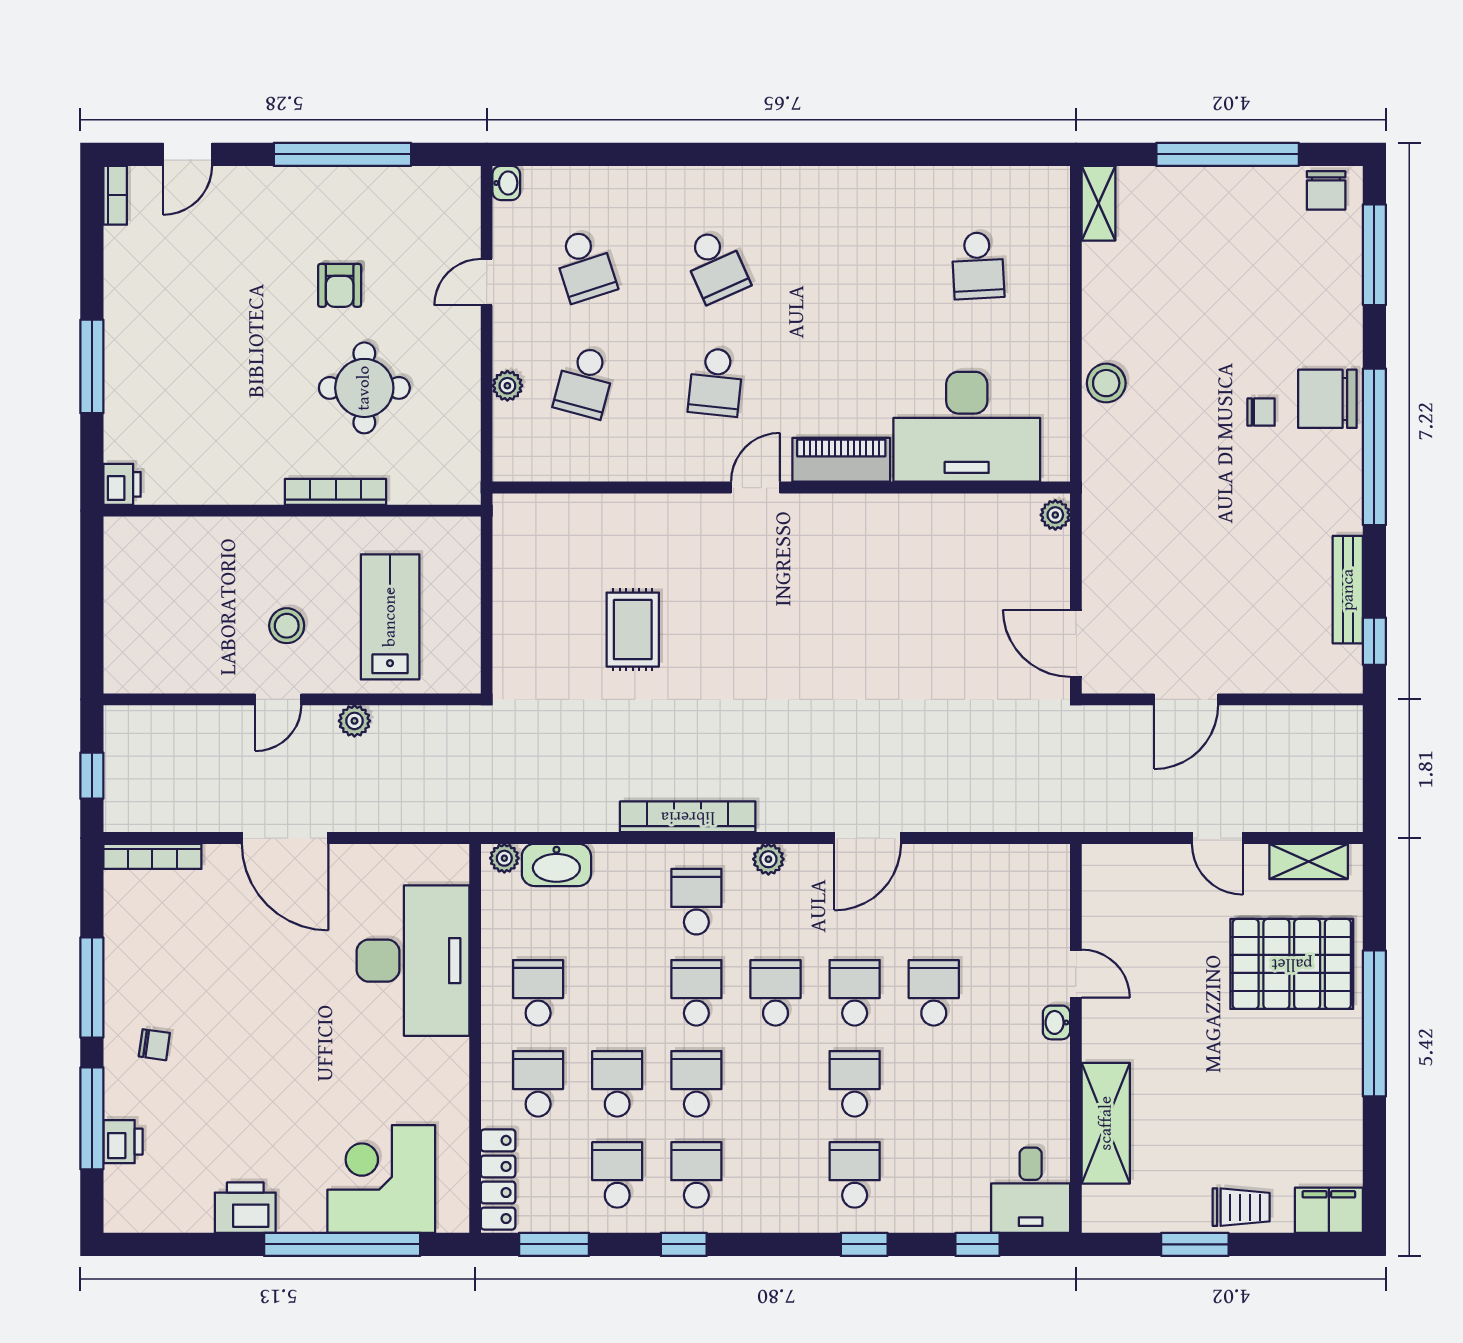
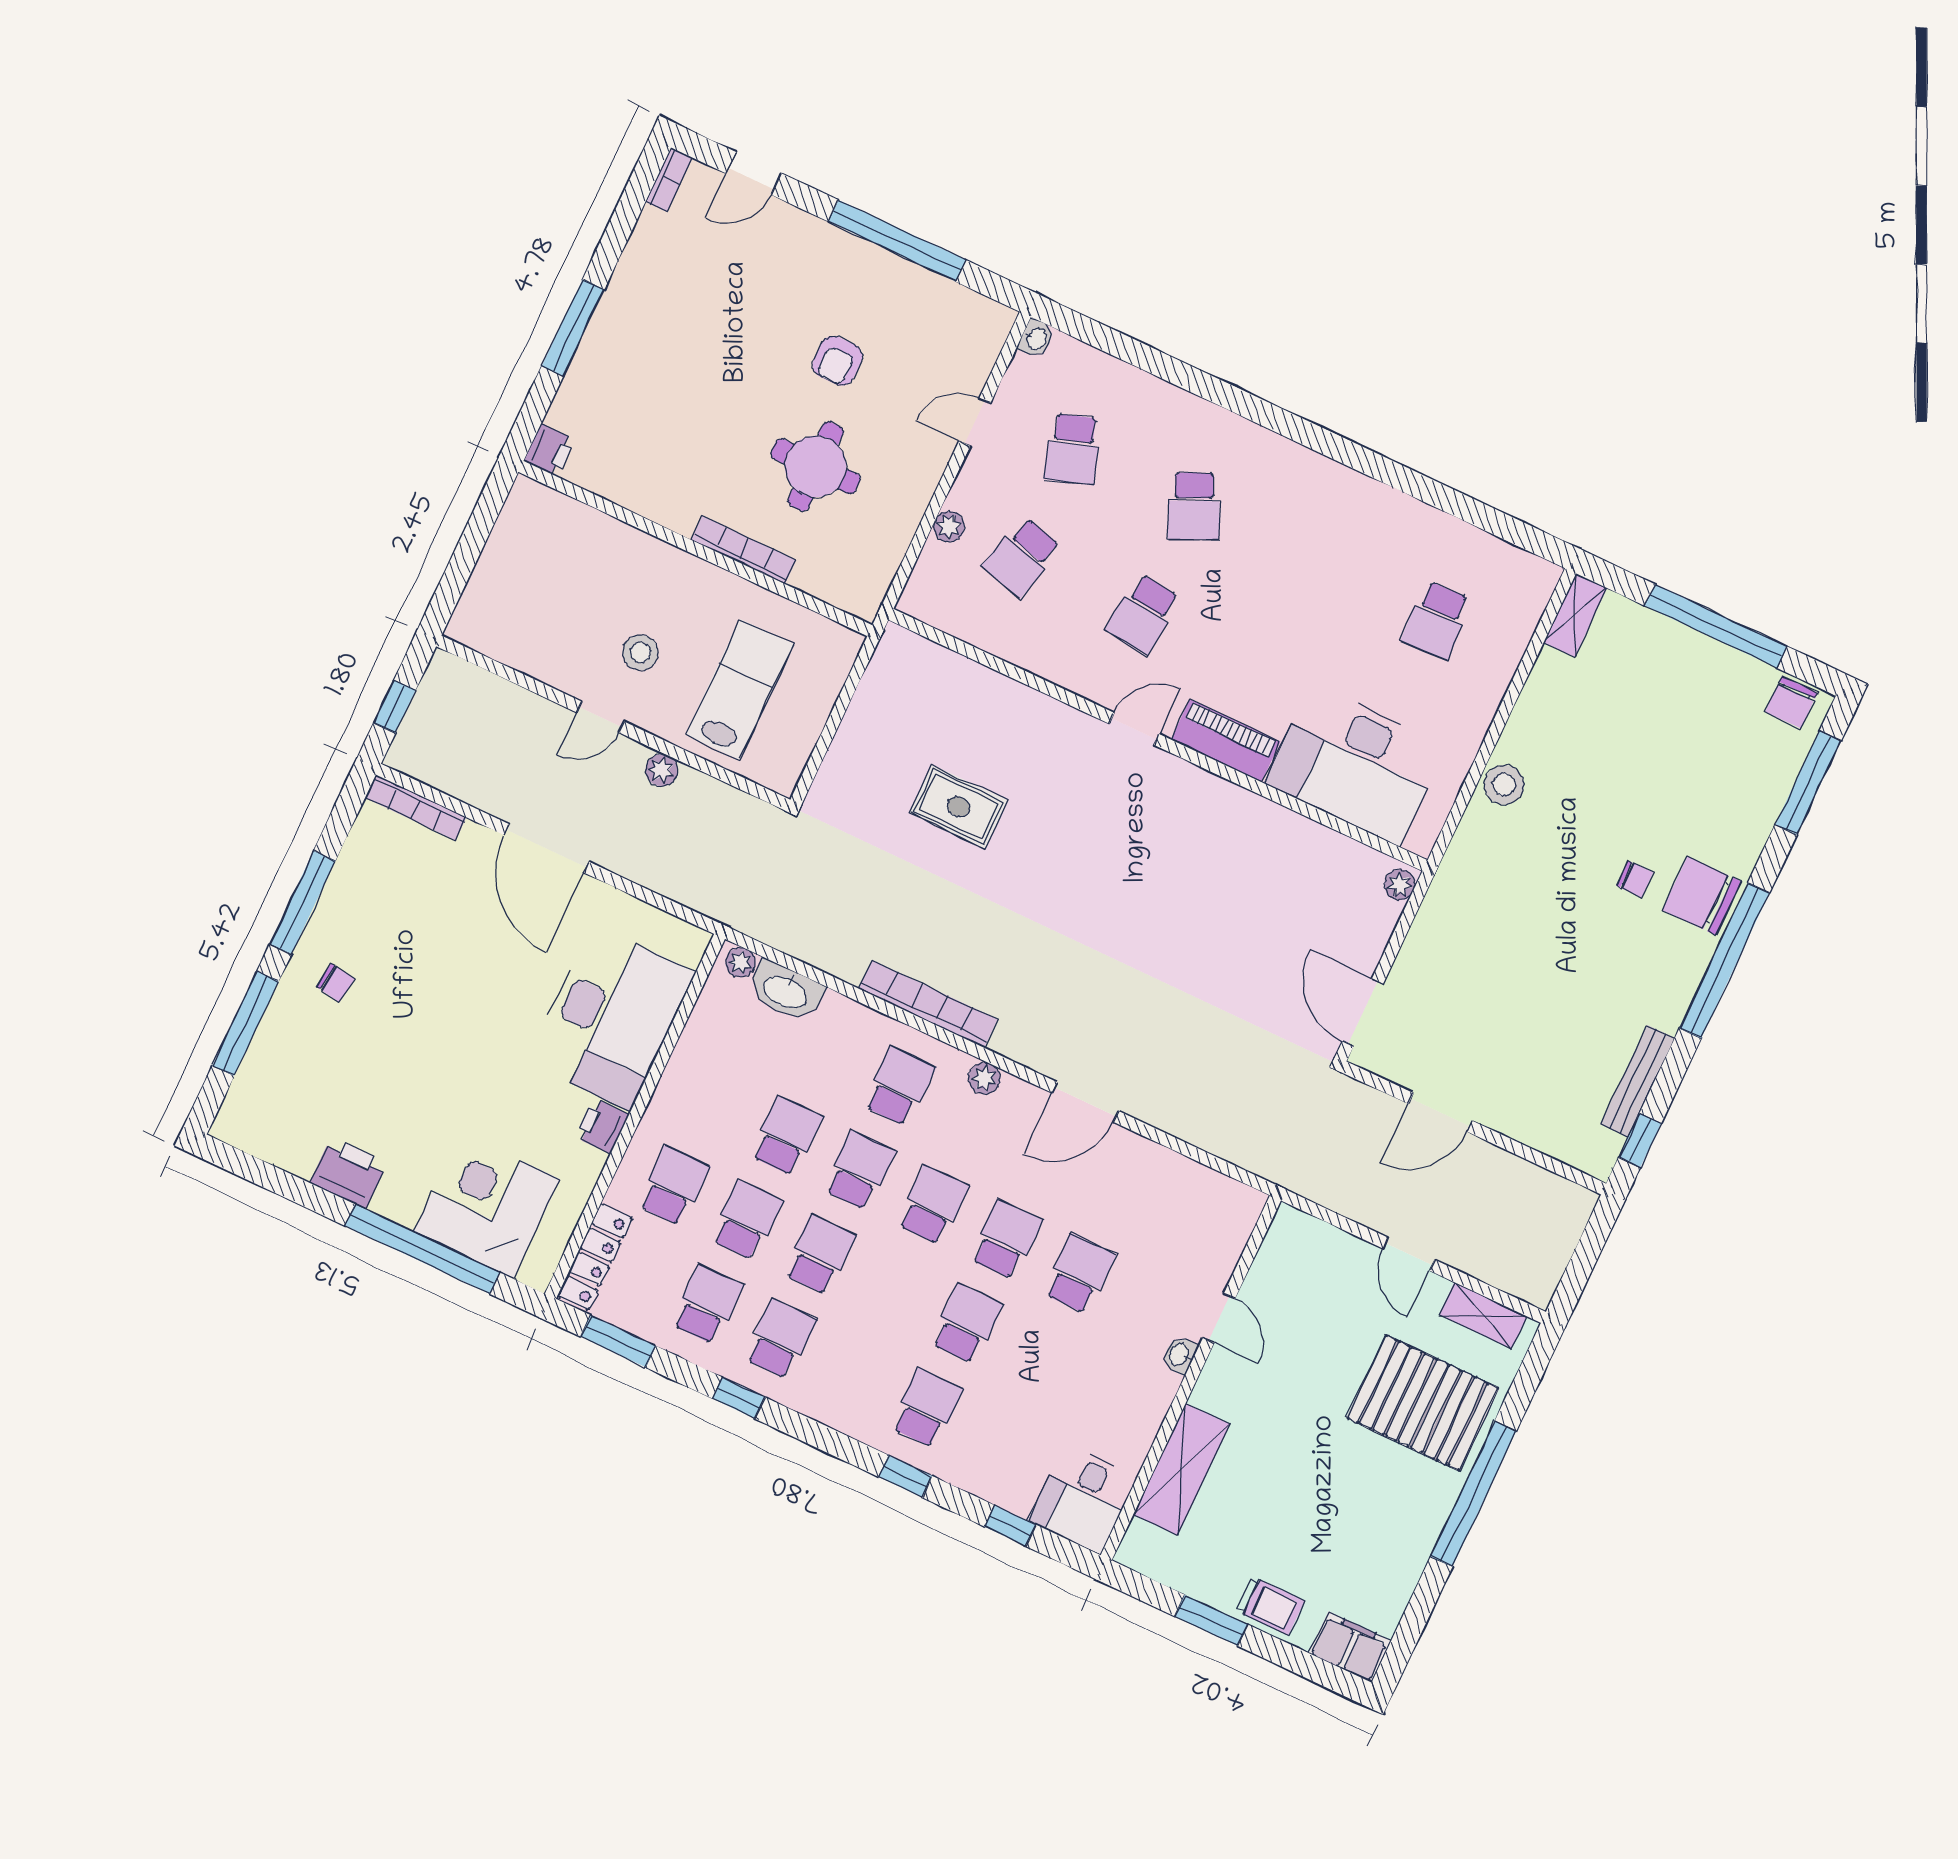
rug: (633, 630) -> (959, 807), turned 90
school desk: (538, 993) -> (786, 1136), moved
printer: (123, 1142) -> (602, 1126), moved, turned 180

